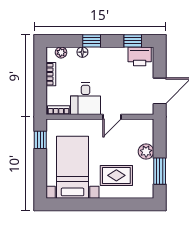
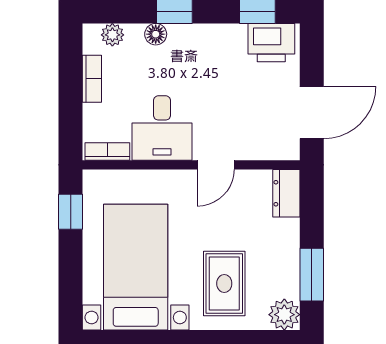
dresser: (147, 131) -> (286, 193), added
plant: (146, 152) -> (284, 315), moved
rug: (116, 175) -> (224, 284), turned 90

